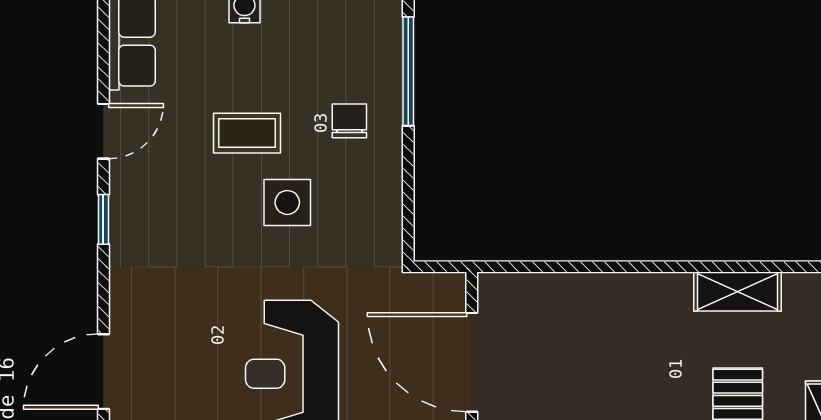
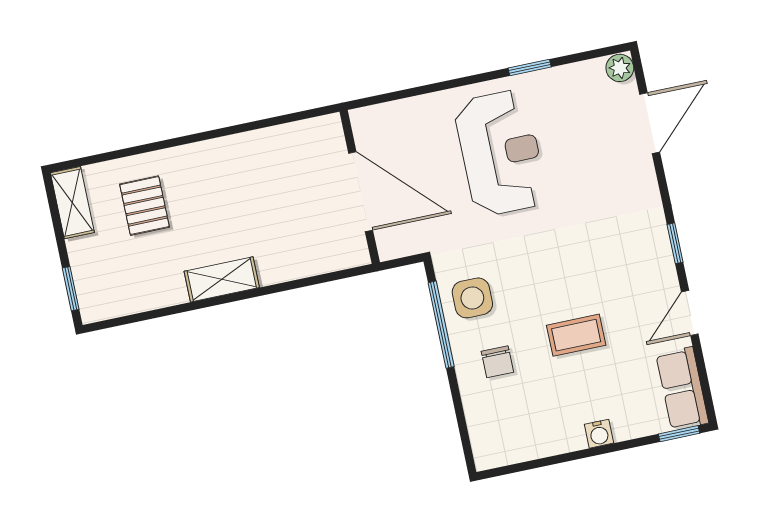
window: (408, 71) -> (441, 325), moved
side table: (287, 202) -> (472, 298), moved
shelving: (737, 291) -> (222, 279), moved

